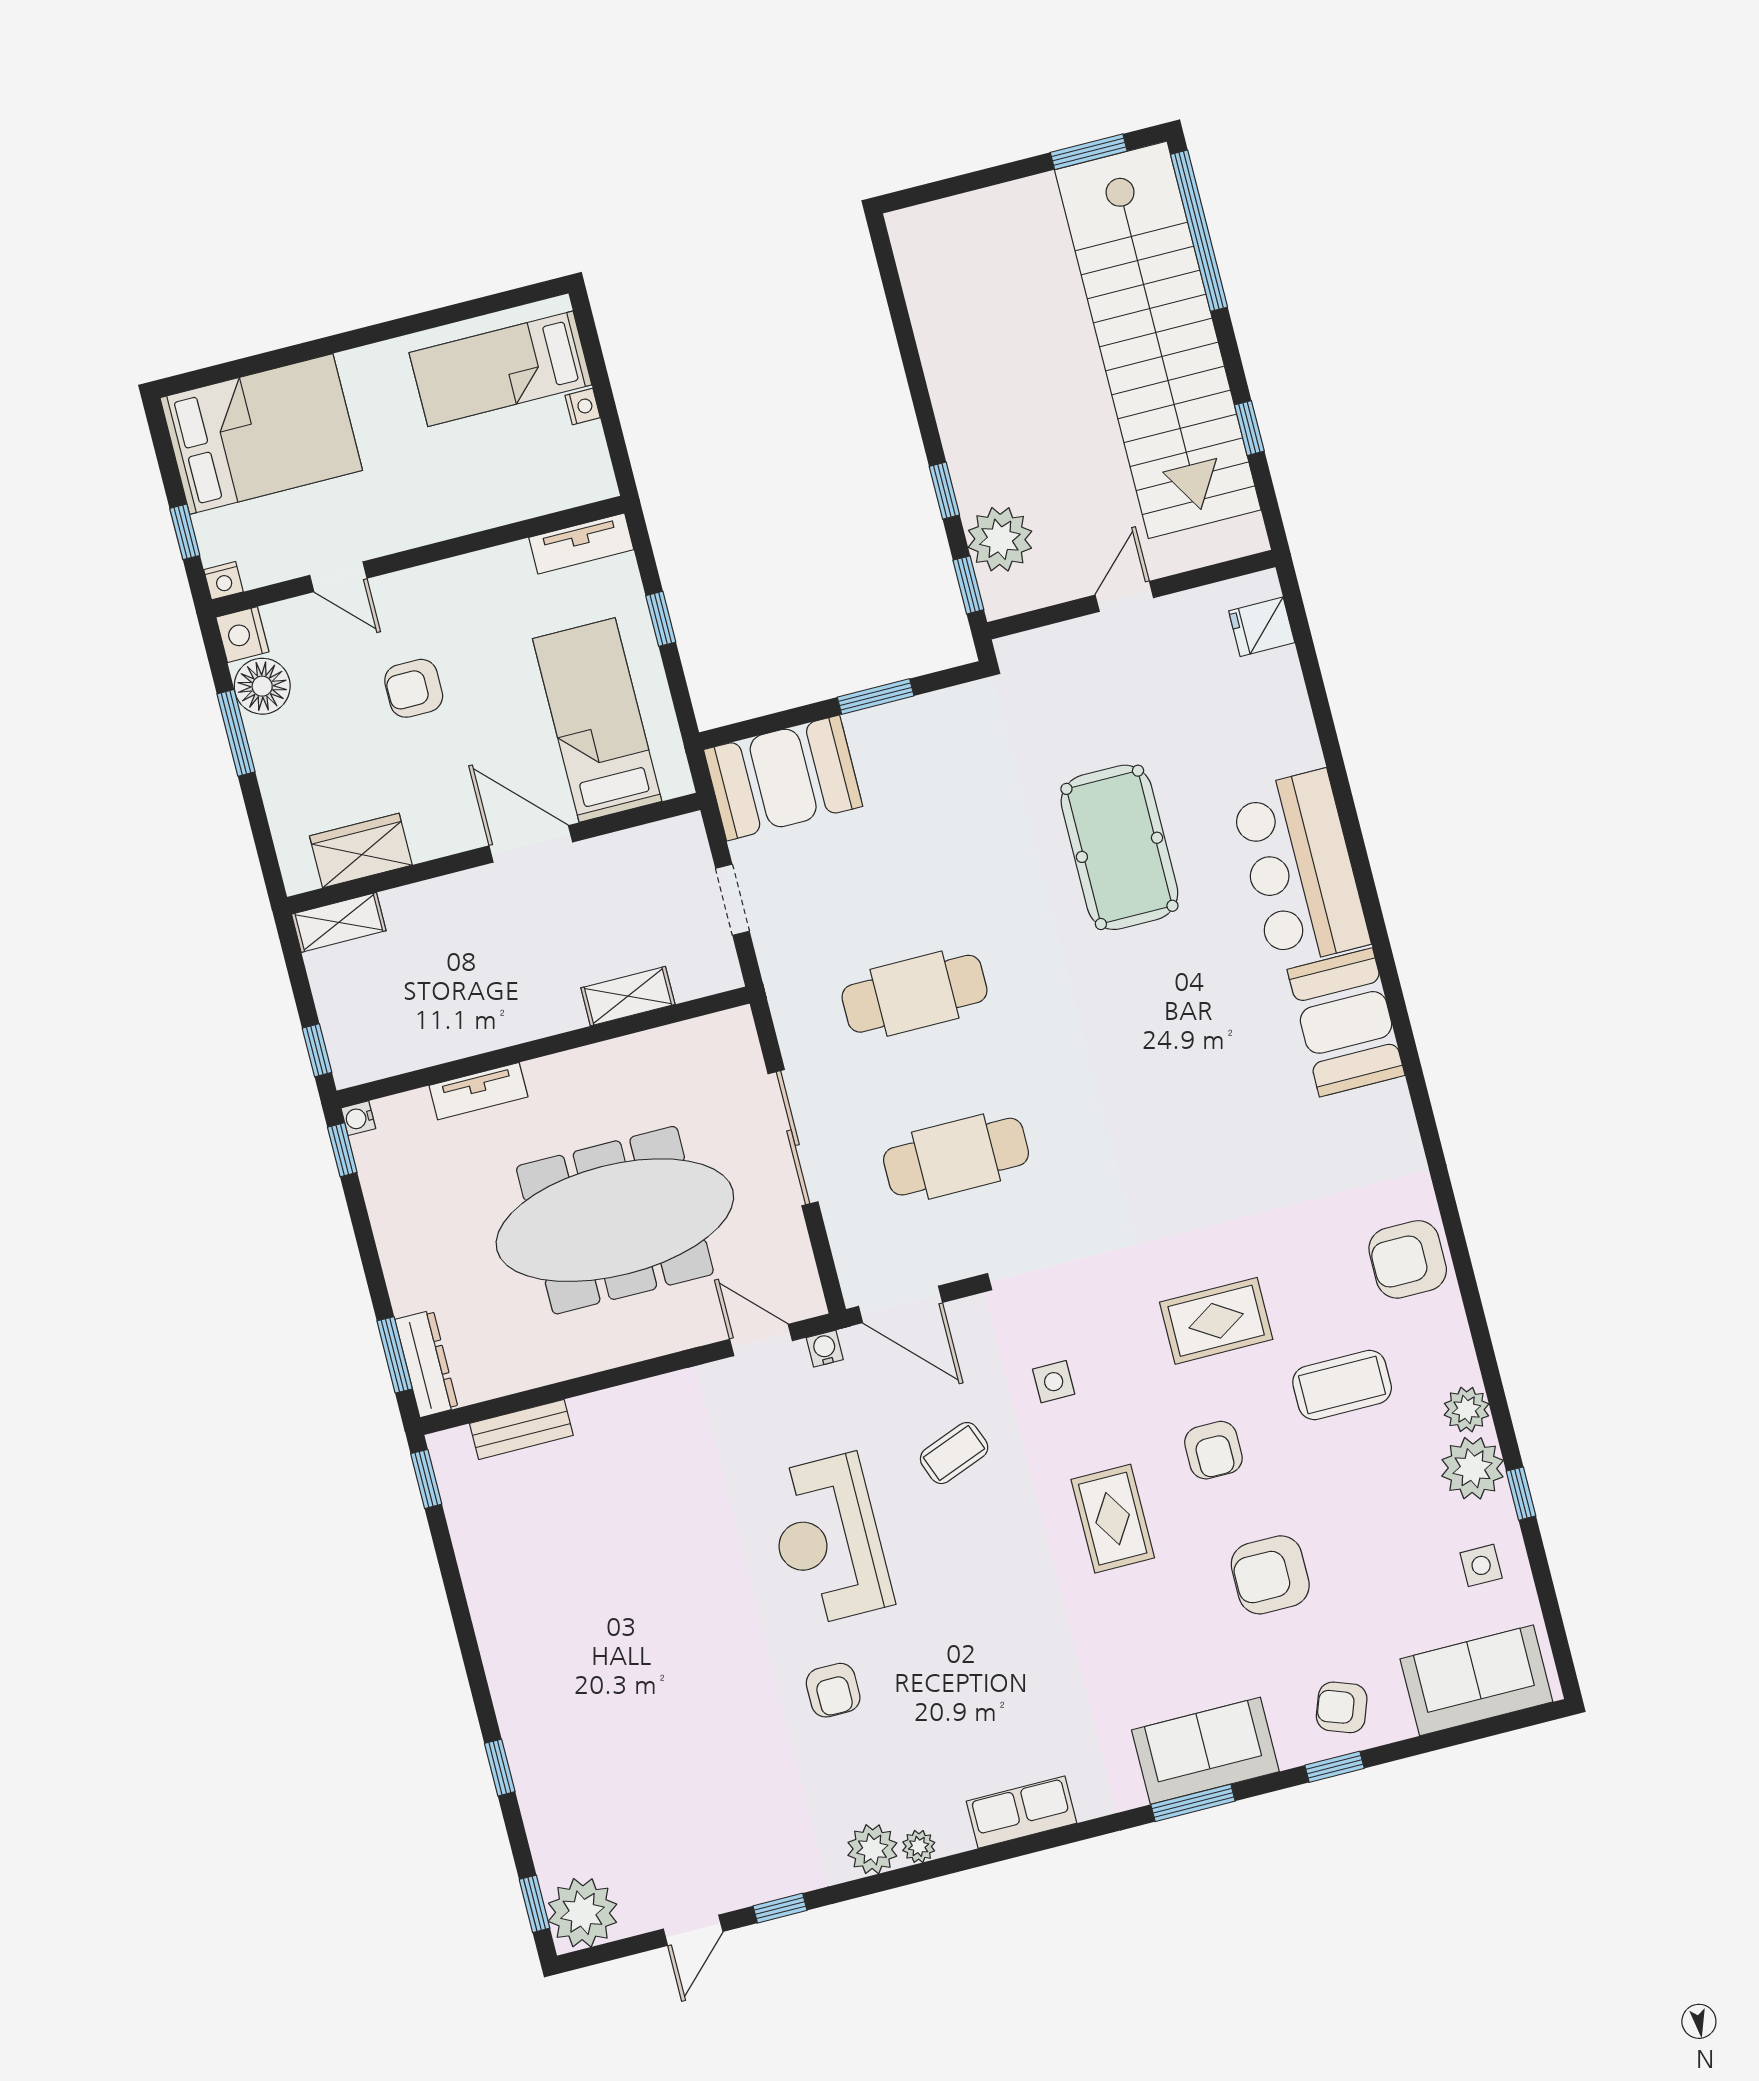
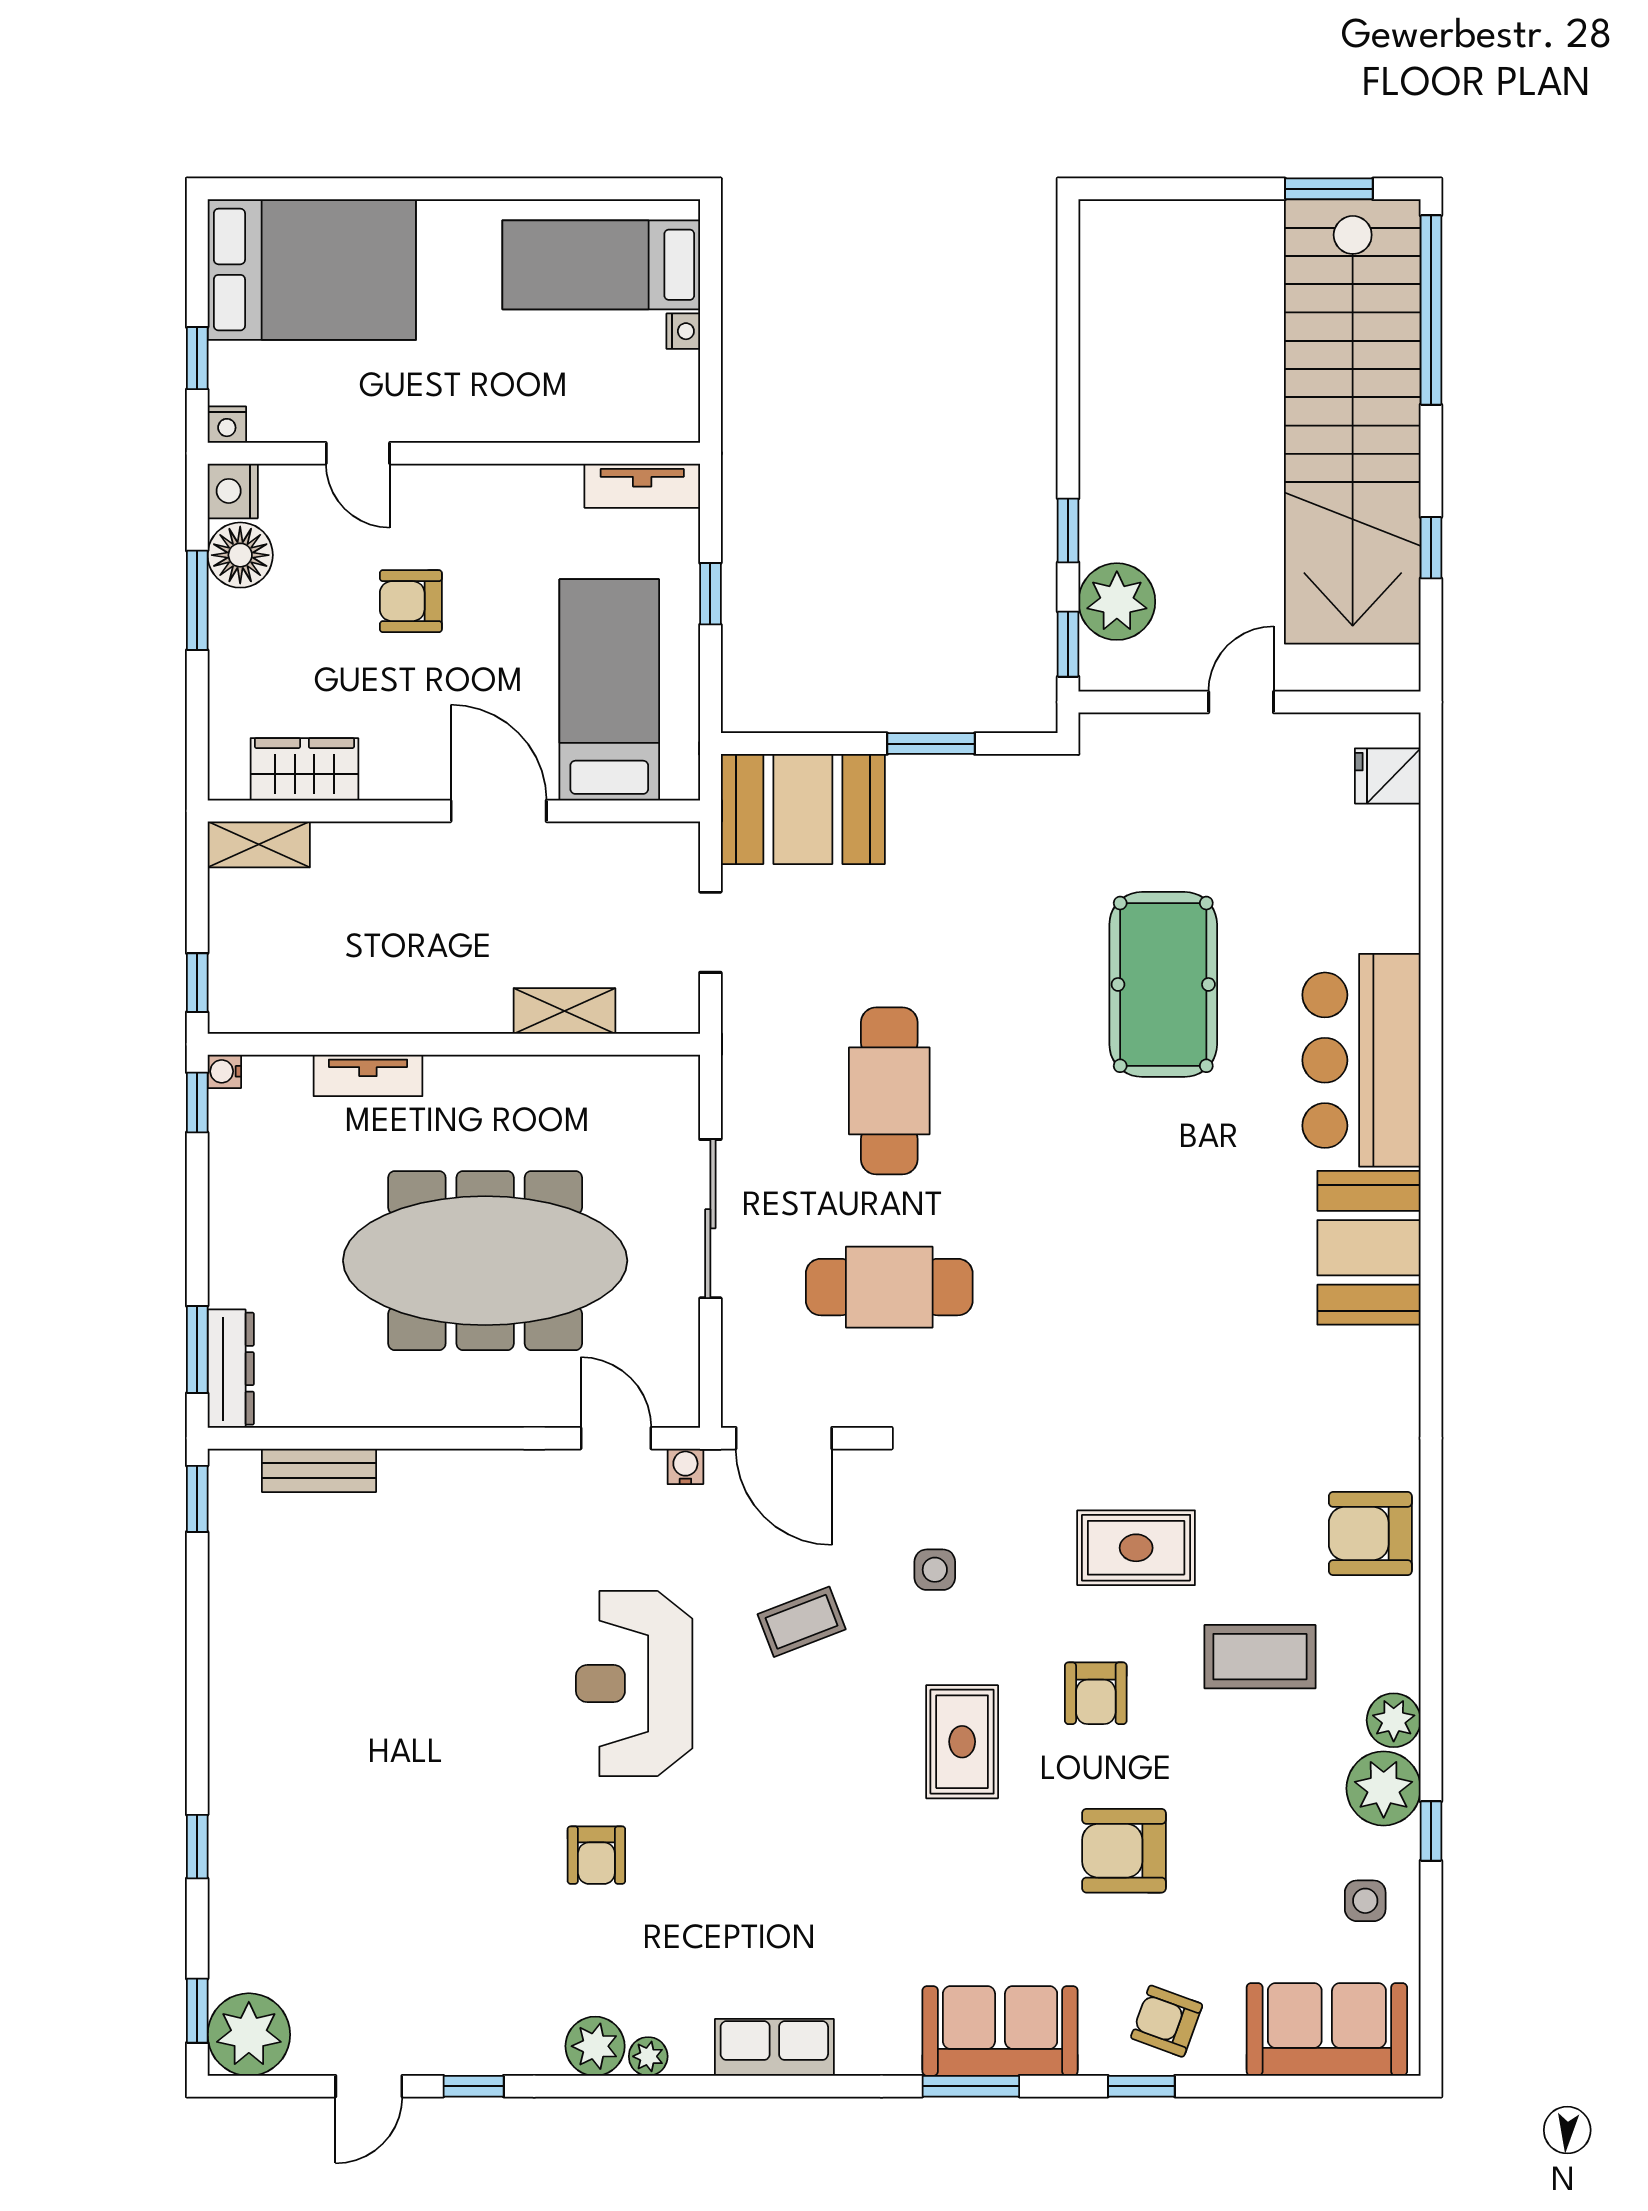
cafe table: (914, 994) -> (889, 1091), turned 90

